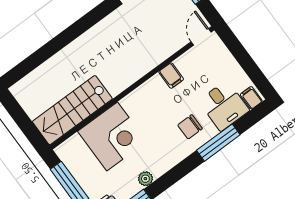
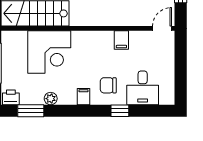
filing cabinet: (251, 98) -> (83, 97), moved
window: (218, 143) -> (120, 111), width x0.46

